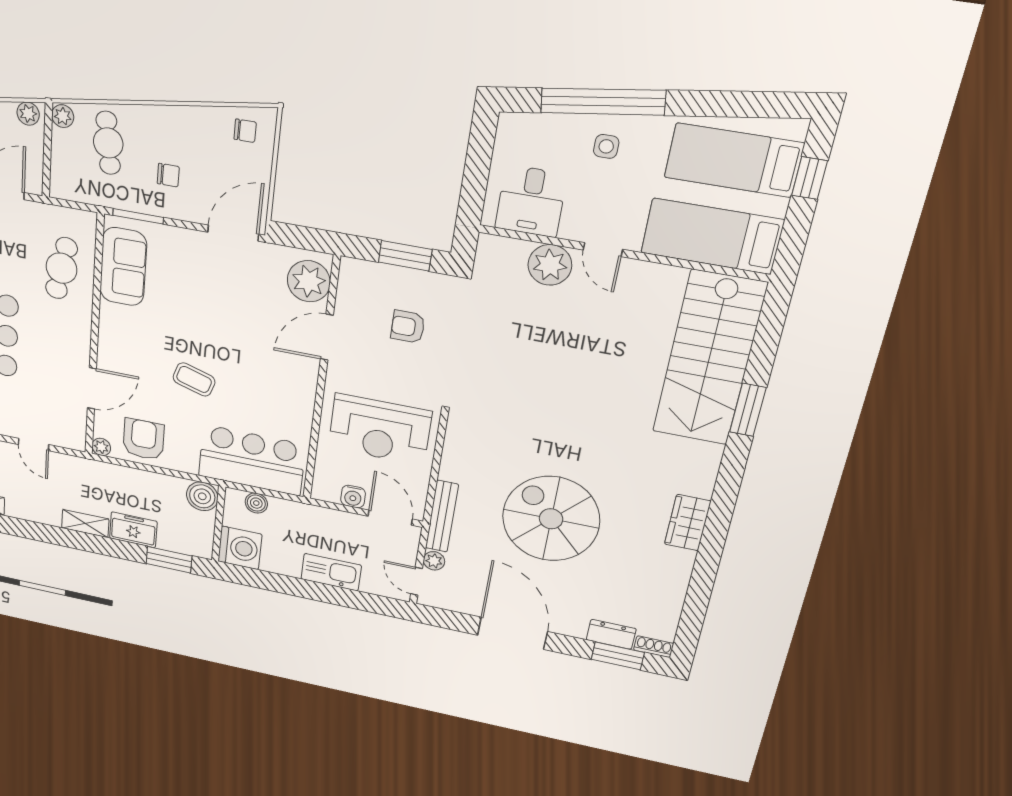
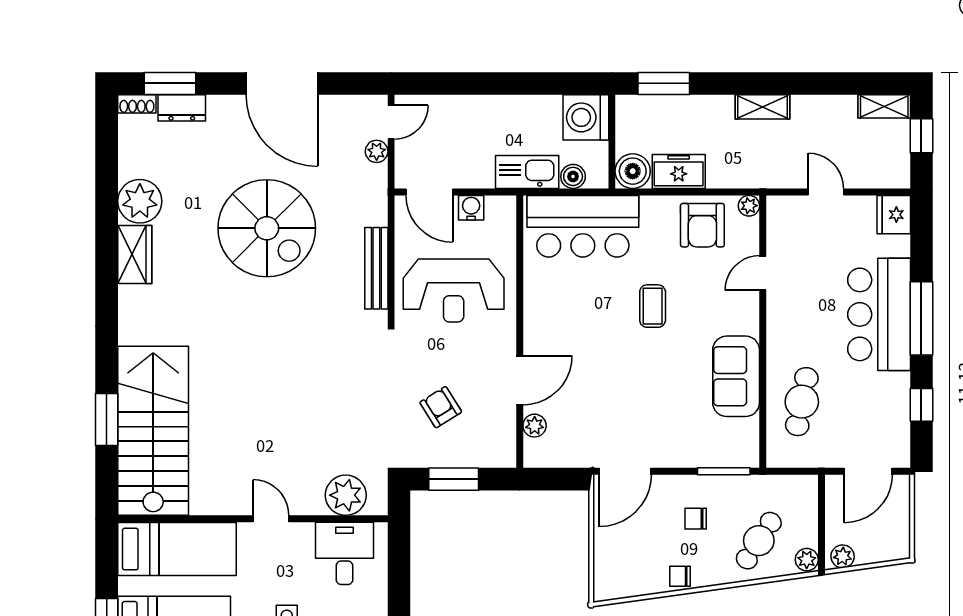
chair: (245, 131) -> (680, 576), moved
cafe table: (108, 143) -> (759, 541), turned 41
plant: (550, 265) -> (346, 495), moved
sofa: (123, 267) -> (736, 376), moved
plant: (309, 281) -> (535, 426), width x0.53, depth x0.53
armchair: (408, 327) -> (441, 407), turned -122
coffee table: (194, 379) -> (653, 306), turned 73
door: (92, 388) -> (763, 273), width x0.73
window: (748, 410) -> (107, 419), moved
reception desk: (380, 430) -> (454, 290), turned 180
bench: (442, 516) -> (376, 268), moved
freezer: (133, 530) -> (679, 171), moved, turned 180
plant: (671, 567) -> (140, 201), added
kitchen sink: (331, 572) -> (527, 172), moved, turned 180
door: (417, 581) -> (391, 122), hinge flipped

